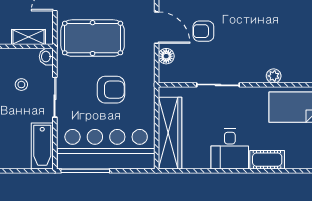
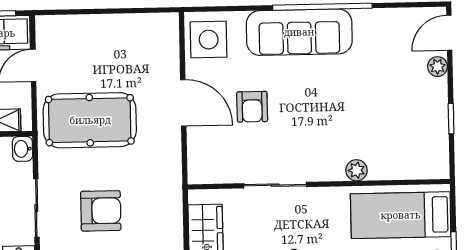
armchair: (203, 31) -> (252, 107), turned -90
floor lamp: (166, 56) -> (198, 145), removed
armchair: (111, 90) -> (101, 211), moved

